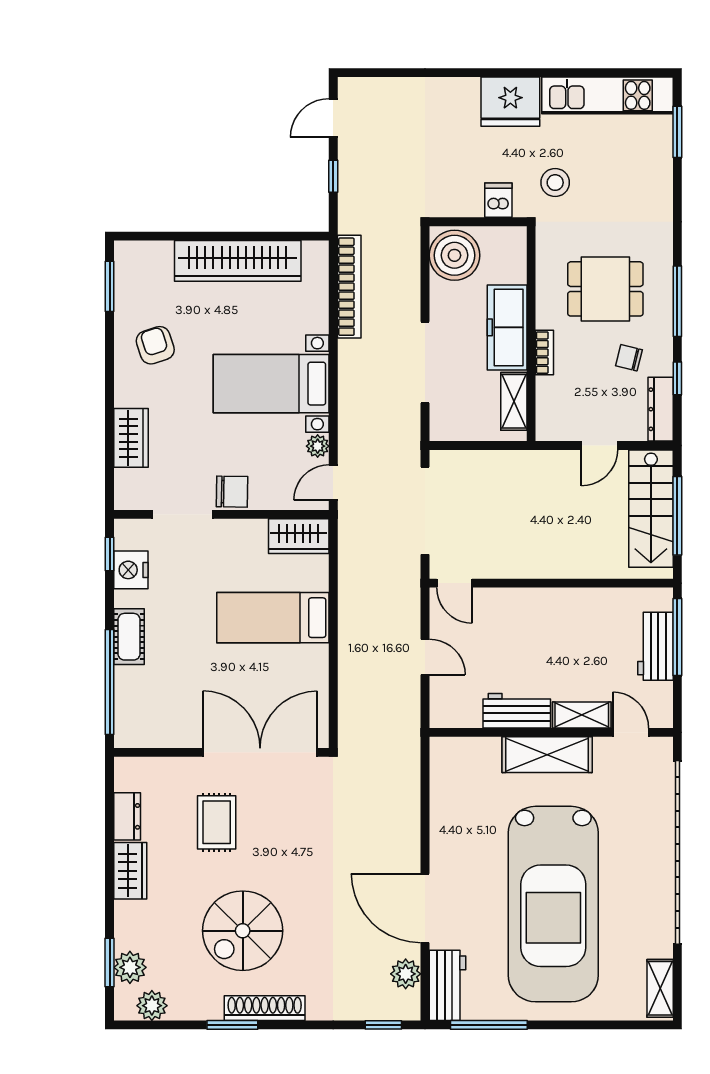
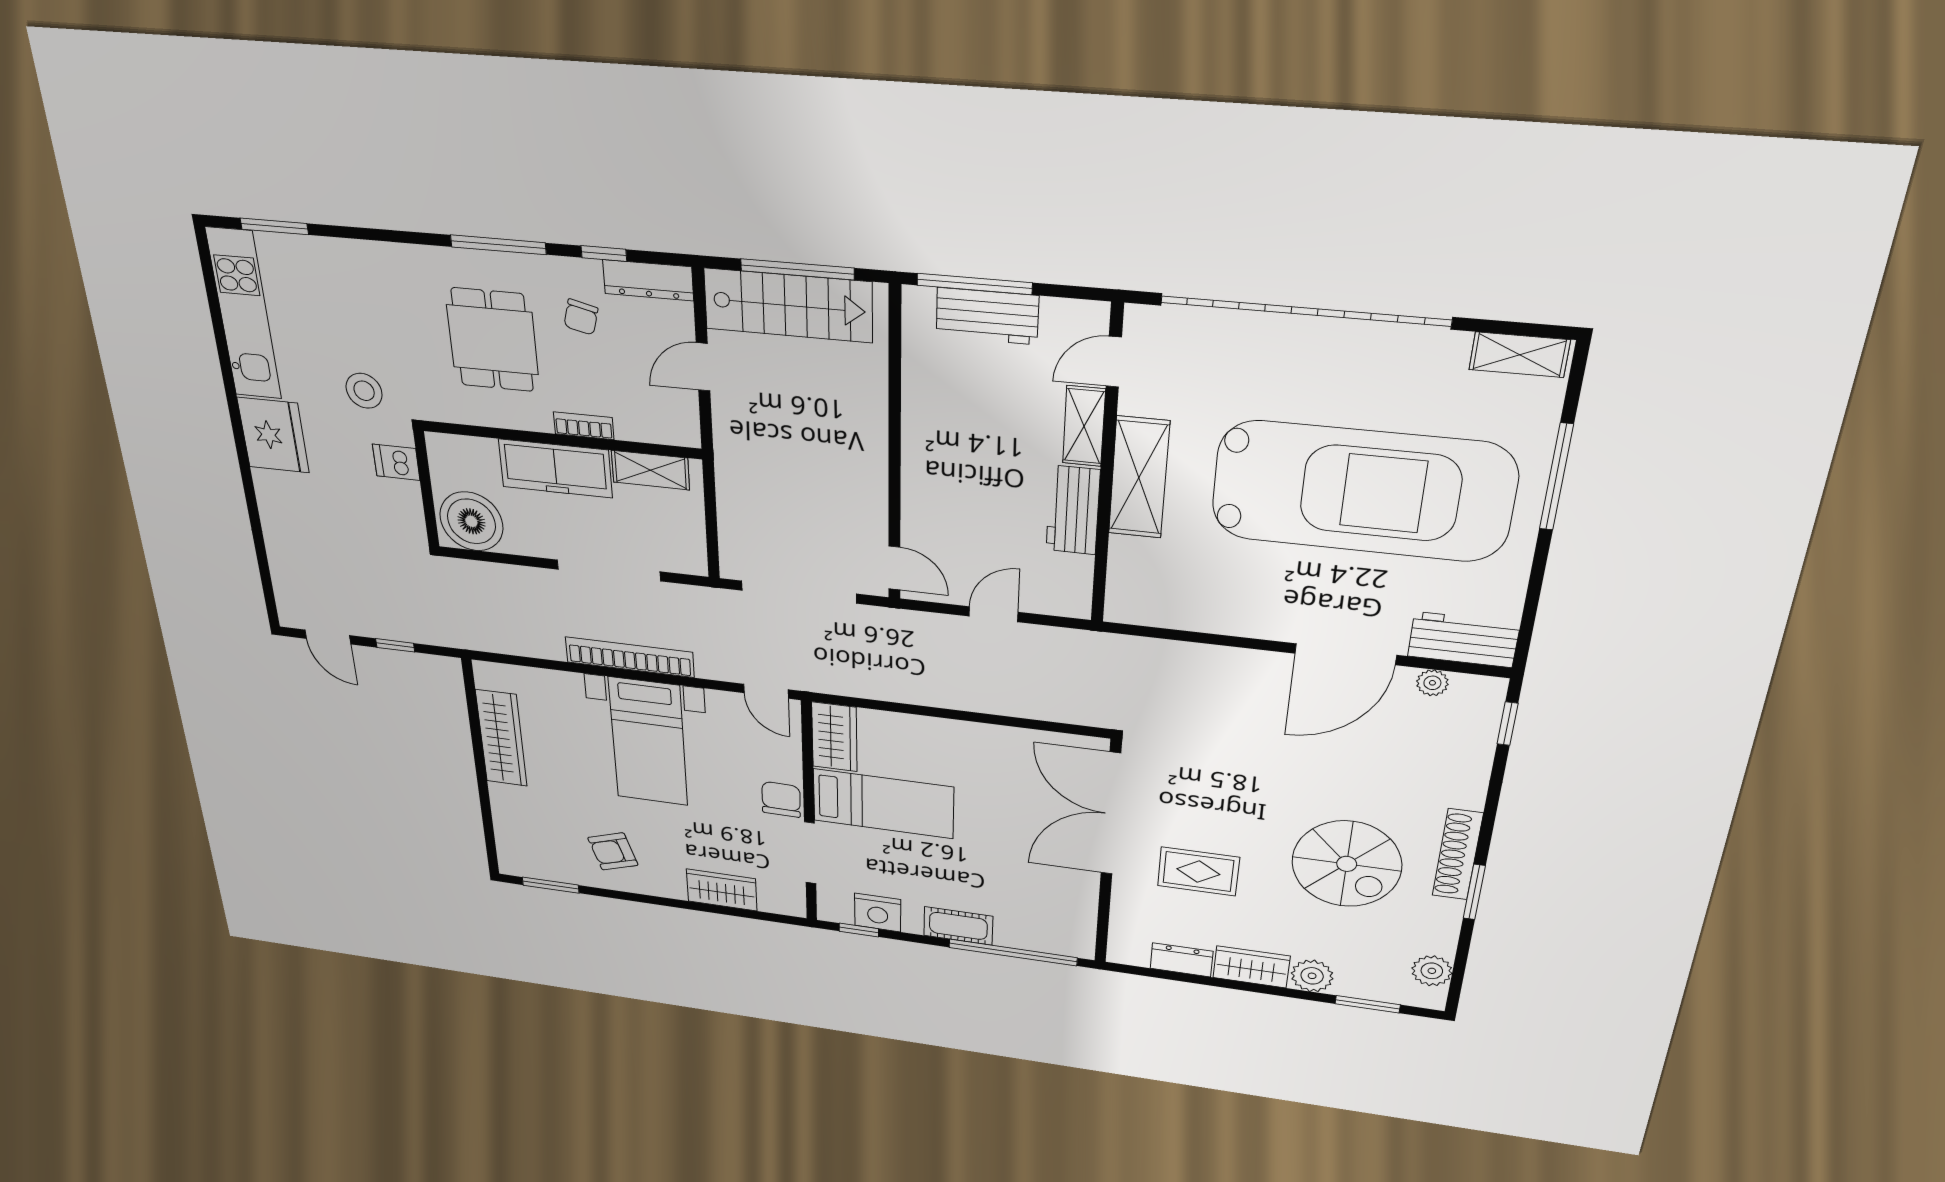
wardrobe: (238, 261) -> (501, 738), width x0.71, depth x0.85
bookcase: (349, 287) -> (630, 657), moved
plant: (318, 446) -> (721, 703), removed
door: (600, 446) -> (703, 367), swing flipped
door: (454, 583) -> (894, 568), hinge flipped
bed: (273, 618) -> (883, 804), moved, turned -90
plant: (130, 967) -> (1312, 976), moved
plant: (406, 974) -> (1432, 683), width x0.73, depth x0.73
window: (489, 1025) -> (1556, 477), moved

